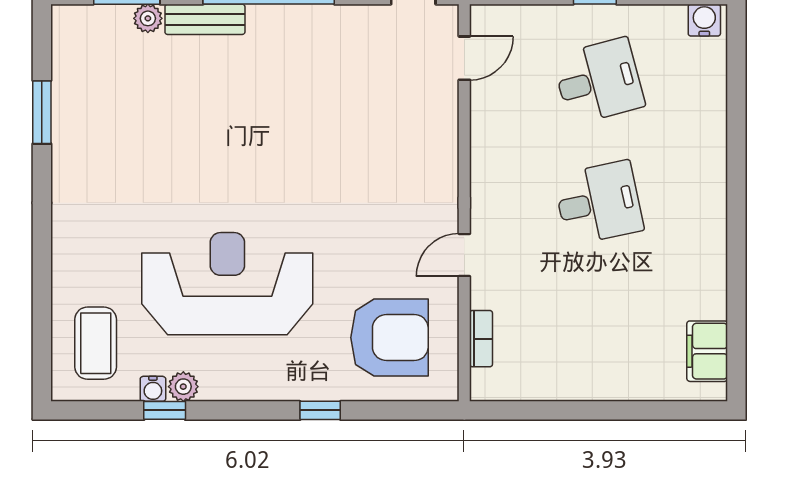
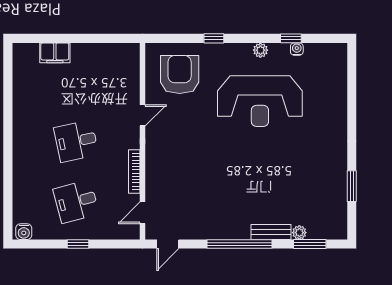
armchair: (390, 338) -> (180, 74), turned 90
bookcase: (481, 339) -> (134, 171), moved, width x1.56
coffee table: (96, 343) -> (325, 72), removed
filing cabinet: (707, 351) -> (55, 53), moved, turned 90
plant: (183, 387) -> (260, 50), moved

